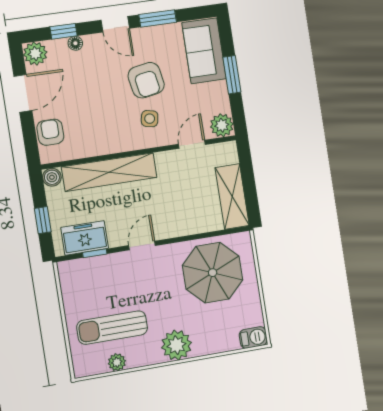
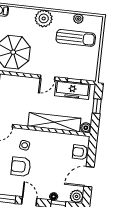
armchair: (146, 80) -> (21, 167), turned -80
armchair: (50, 132) -> (80, 152), turned 90
freezer: (85, 238) -> (72, 90), width x1.40

